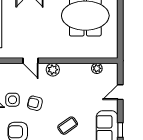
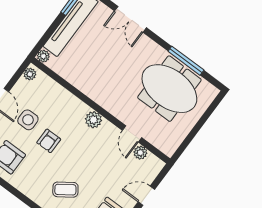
door: (31, 61) -> (132, 134), moved
armchair: (35, 103) -> (49, 141), turned -104

